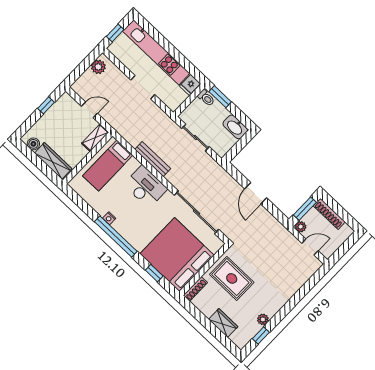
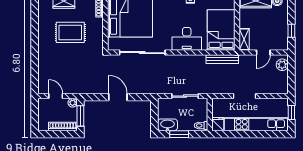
plant: (98, 67) -> (282, 65), moved
window: (220, 97) -> (179, 134), moved
bench: (153, 159) -> (222, 59), moved
bed: (108, 165) -> (221, 30), width x1.50
door: (310, 247) -> (56, 96), swing flipped
rug: (232, 278) -> (70, 32), moved
plant: (263, 319) -> (43, 27), removed
window: (261, 335) -> (35, 16), removed

